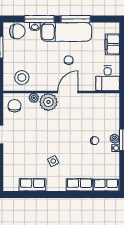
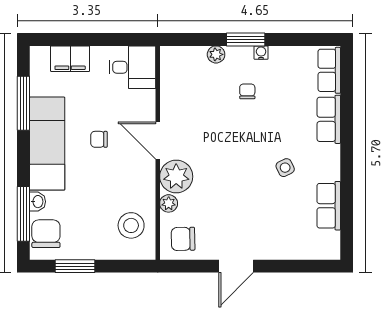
window: (39, 19) -> (23, 214), moved
window: (76, 19) -> (23, 103), moved
plant: (115, 139) -> (216, 54), moved

